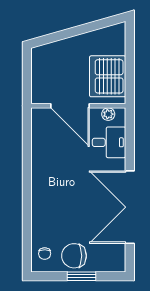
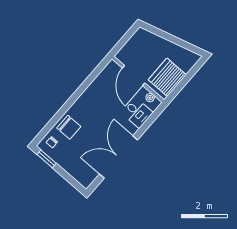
chair: (74, 256) -> (69, 127), moved, turned 180
window: (82, 276) -> (47, 159), moved

